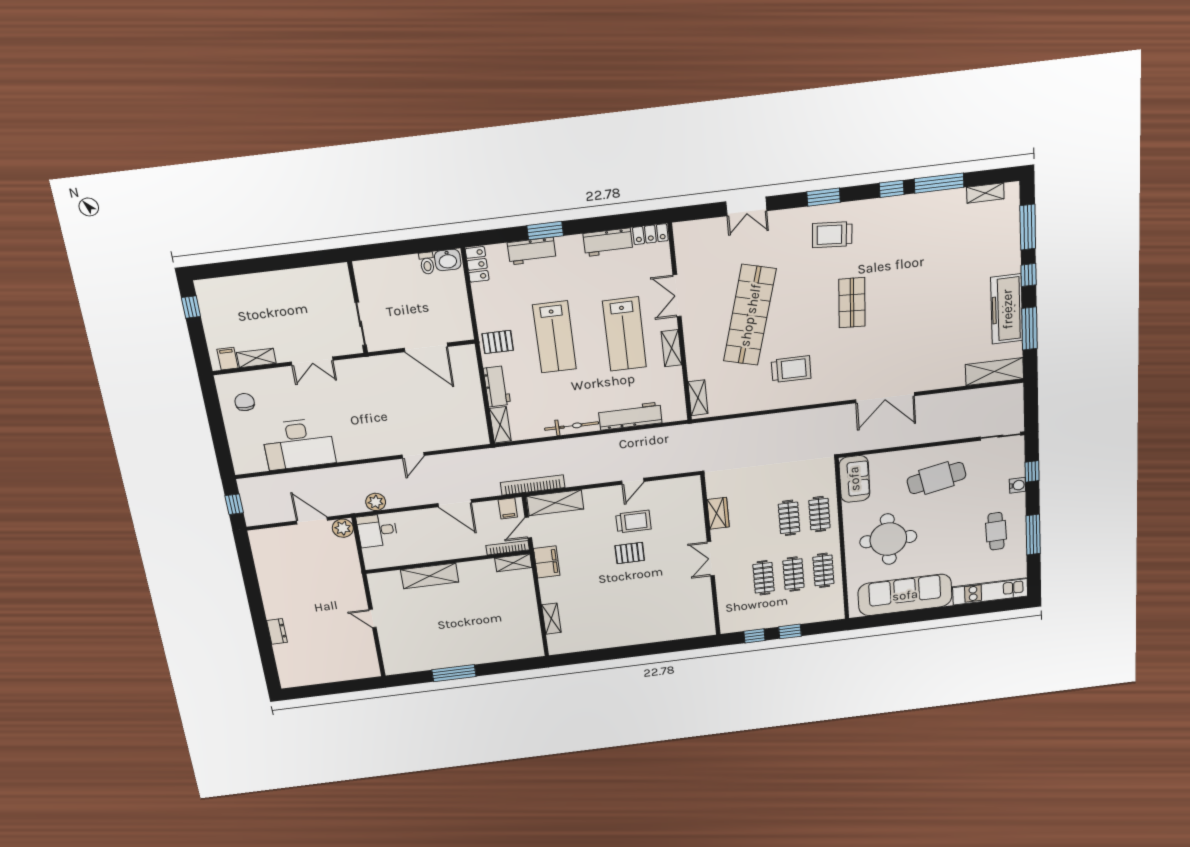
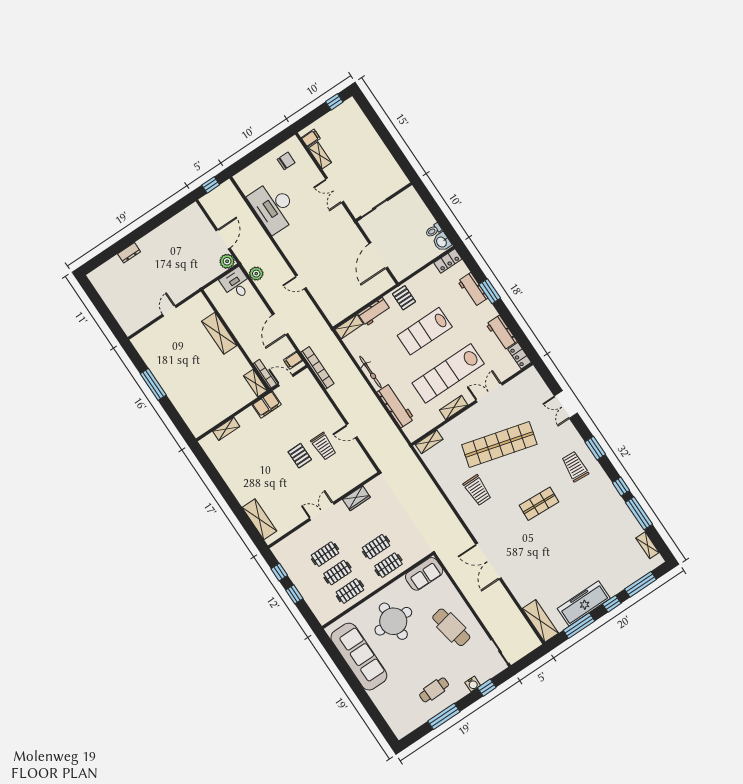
lab bench: (624, 334) -> (448, 373), width x1.36
shelving: (555, 503) -> (259, 519), moved
kitchen unit: (990, 591) -> (390, 713), removed

